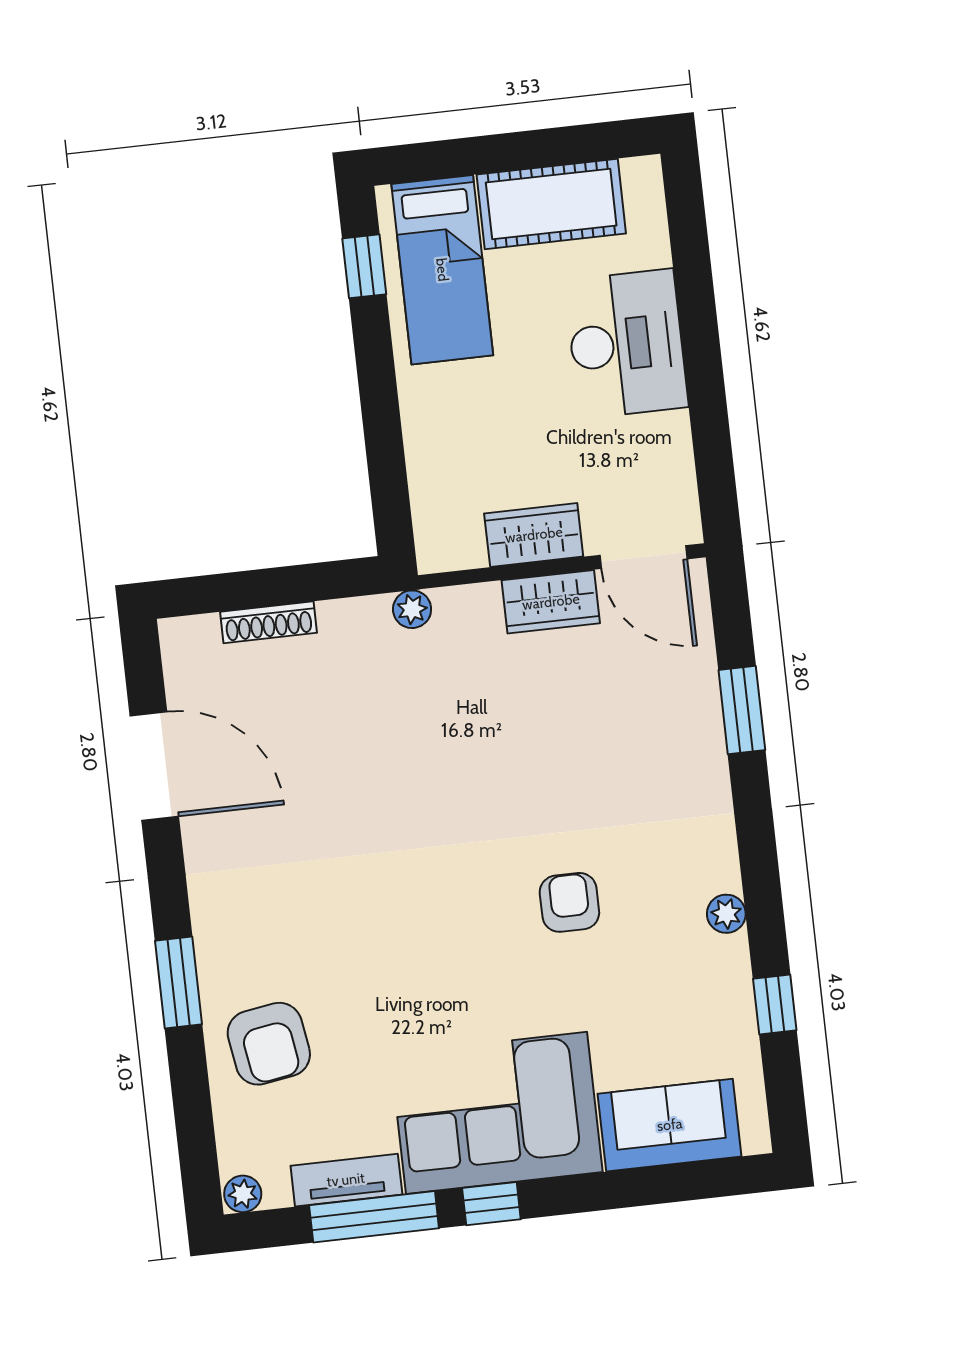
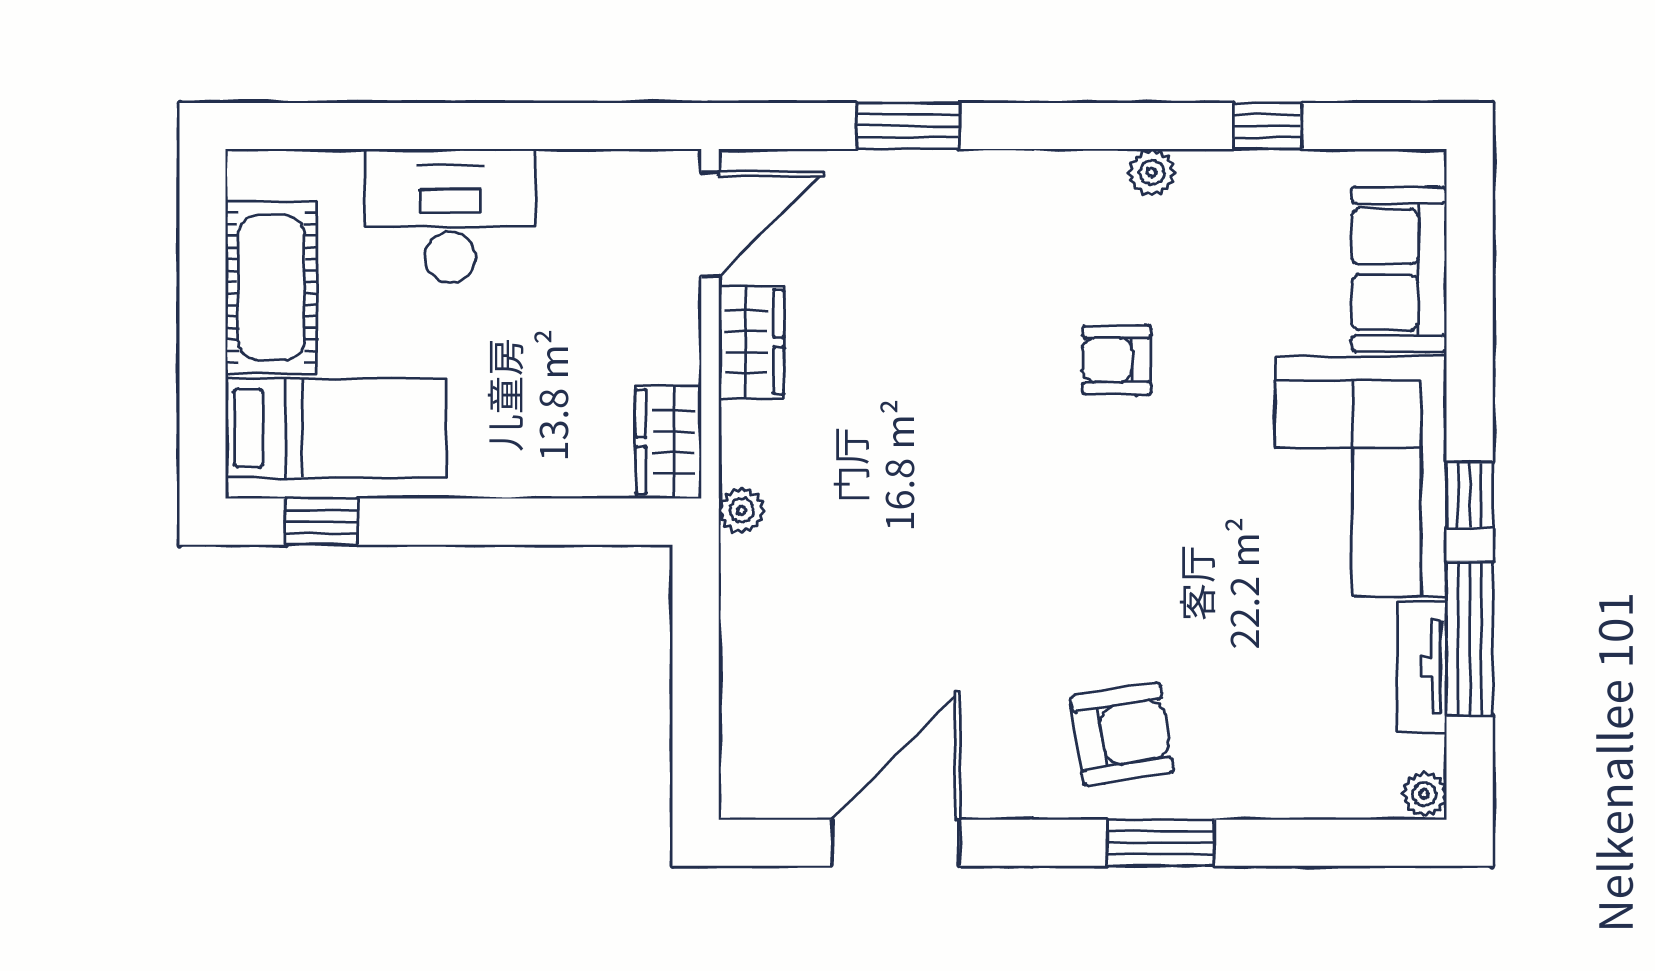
wardrobe: (534, 535) -> (668, 442), moved
shoe rack: (268, 622) -> (738, 685), removed
armchair: (269, 1044) -> (1122, 734), moved

